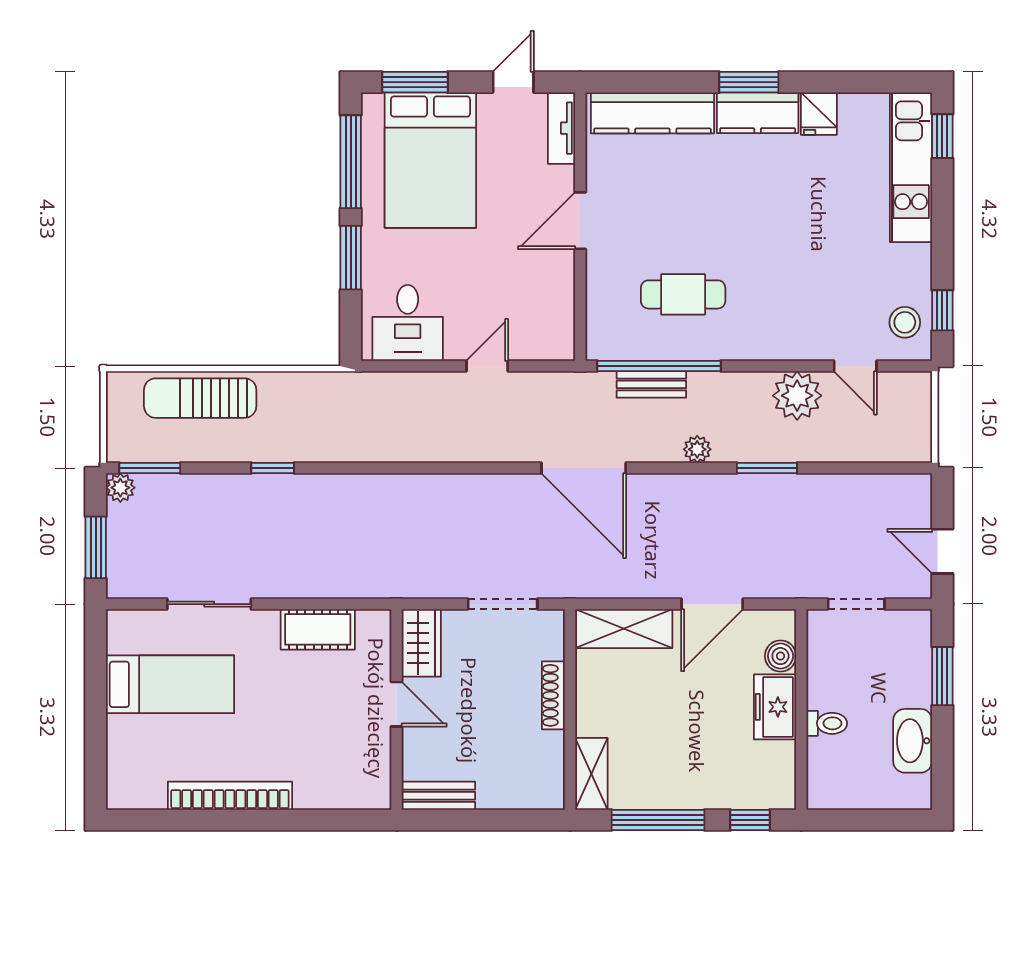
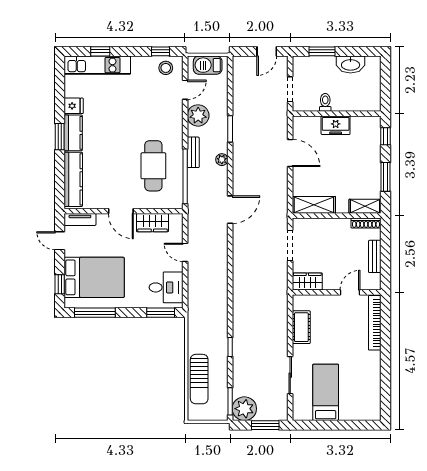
window: (415, 82) -> (60, 284), width x0.67
window: (942, 136) -> (100, 51), moved
window: (351, 258) -> (161, 313), moved
wardrobe: (554, 292) -> (152, 223), added
cafe table: (683, 294) -> (153, 166), width x1.37, depth x1.35
bench: (651, 384) -> (193, 152), moved
barbecue: (911, 417) -> (208, 65), added
door: (584, 468) -> (230, 210), width x0.73
plant: (120, 488) -> (244, 409), width x1.87, depth x1.87
shelving: (624, 629) -> (314, 205), moved, turned 90
boiler: (780, 656) -> (313, 123), removed
shoe rack: (553, 695) -> (366, 223), moved
door: (397, 704) -> (350, 292), moved
toilet: (827, 723) -> (325, 102), moved
bookcase: (230, 796) -> (375, 323), moved
bench: (438, 796) -> (375, 256), moved
window: (658, 820) -> (385, 177), width x0.69

